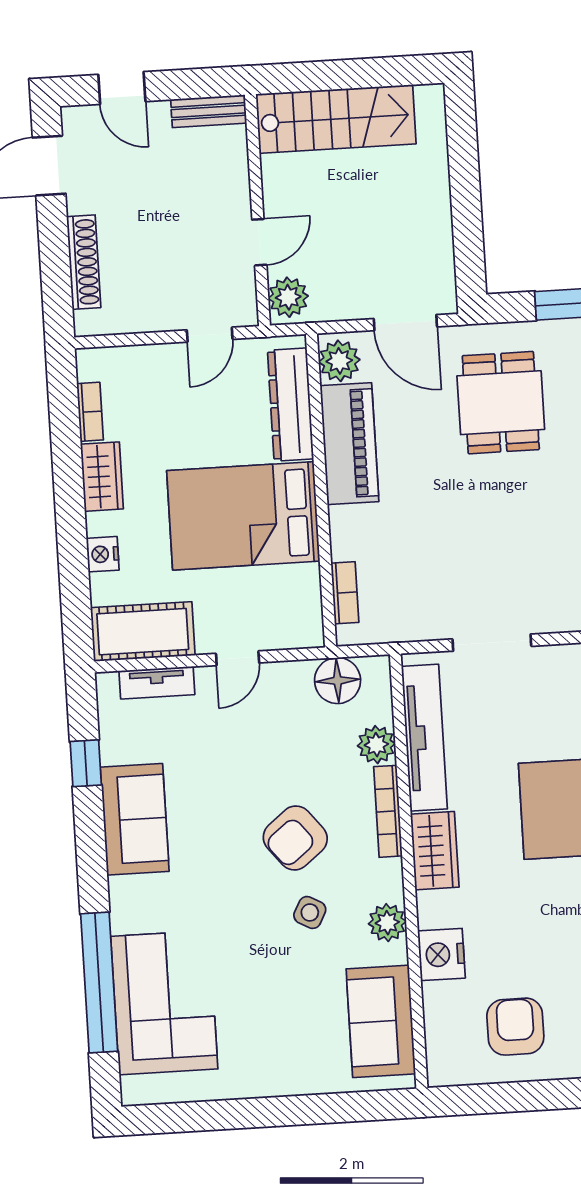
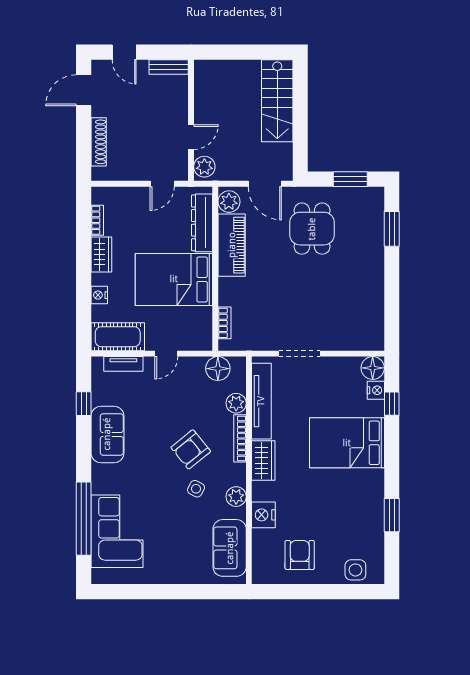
stairs: (336, 119) -> (277, 101), moved, turned 90

